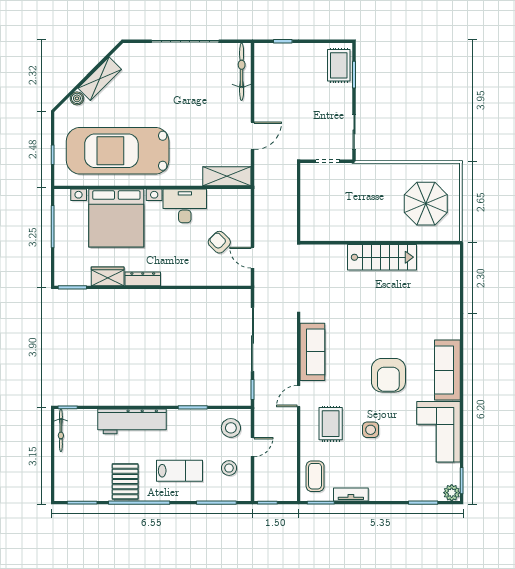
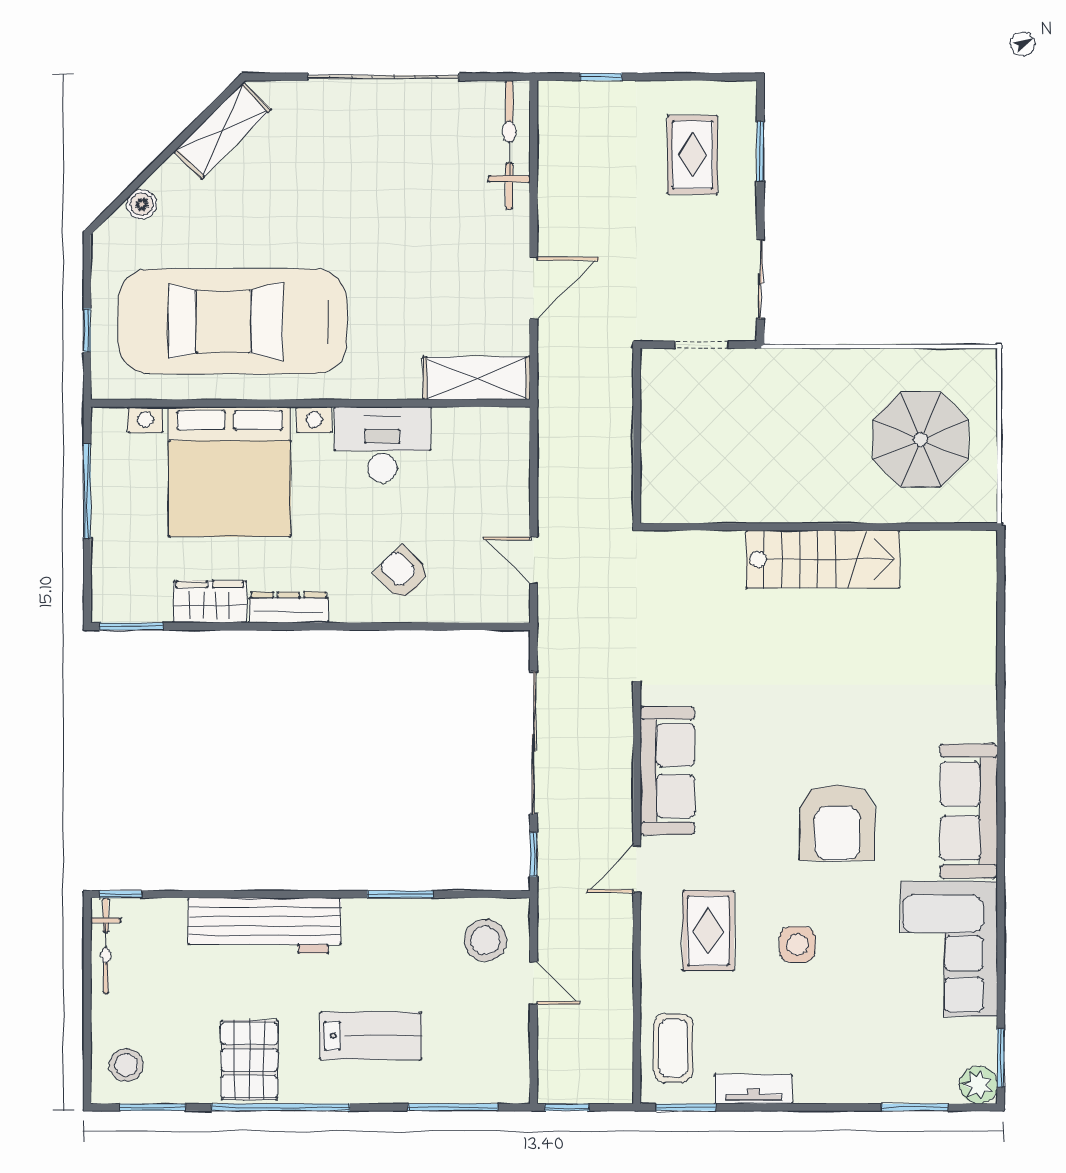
rug: (339, 65) -> (692, 155), moved
shelving: (100, 79) -> (222, 131), moved
armchair: (219, 242) -> (402, 573), moved
door: (253, 447) -> (534, 983), hinge flipped
stool: (229, 468) -> (126, 1065), moved

